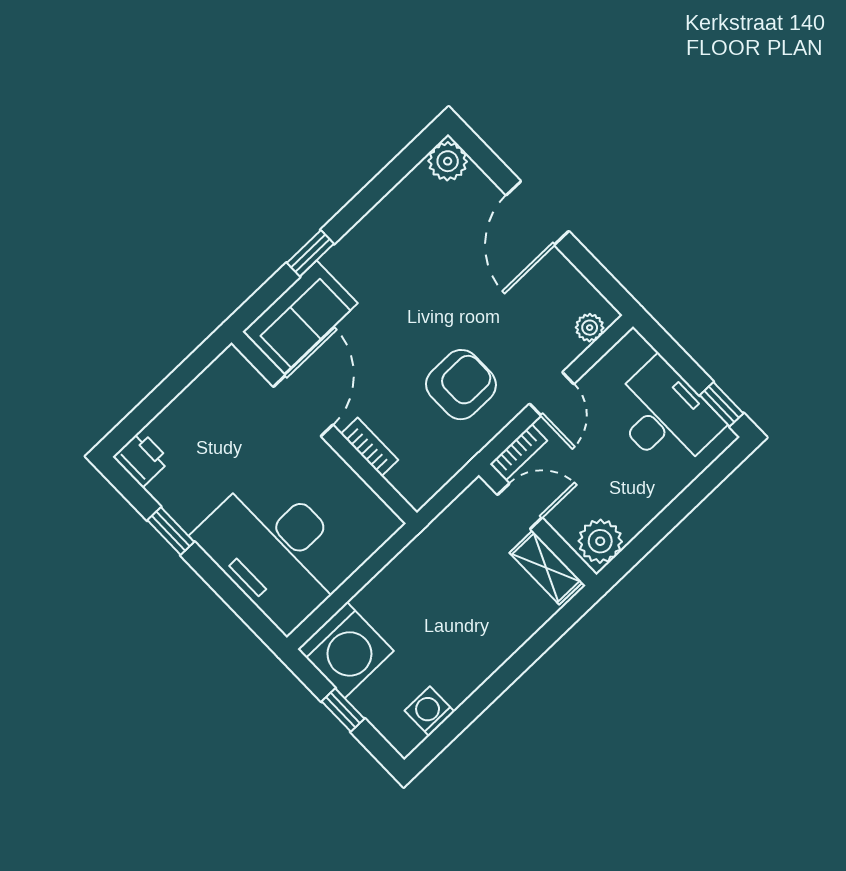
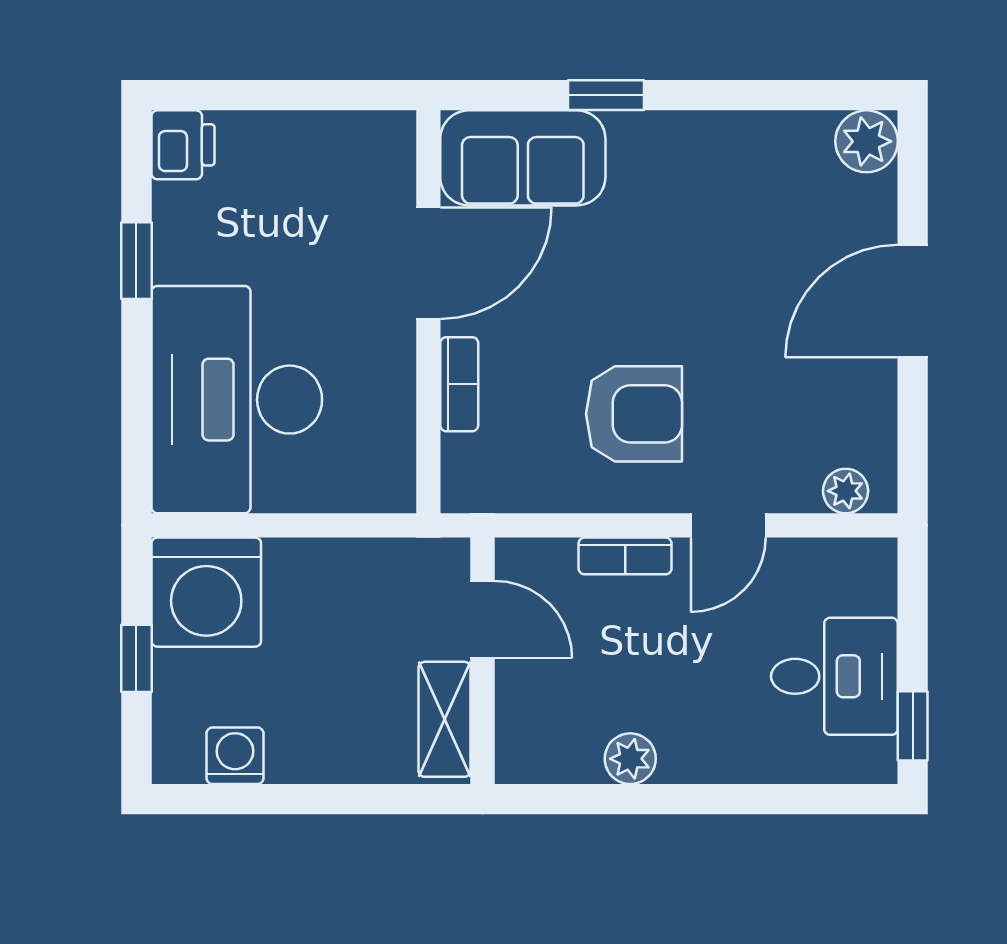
desk: (665, 416) -> (834, 676), width x0.73
door: (520, 506) -> (482, 619), moved
wall: (538, 525) -> (482, 661), moved
plant: (600, 541) -> (630, 759), width x0.73, depth x0.73
shelving: (546, 568) -> (445, 719), moved

